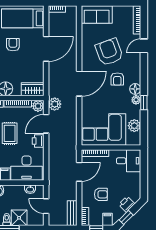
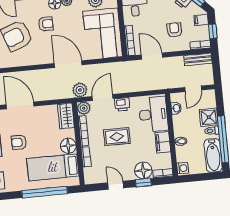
door: (79, 84) -> (68, 64), moved
door: (46, 124) -> (103, 97), swing flipped

